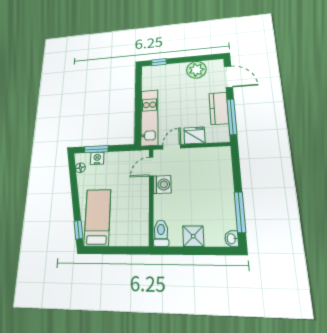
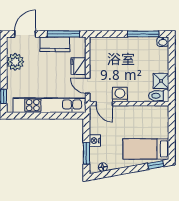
kitchen unit: (149, 117) -> (50, 105), width x1.36
nightstand: (97, 158) -> (95, 141), moved
shower: (193, 236) -> (161, 81), moved

